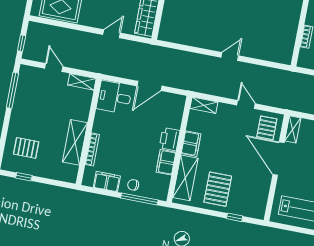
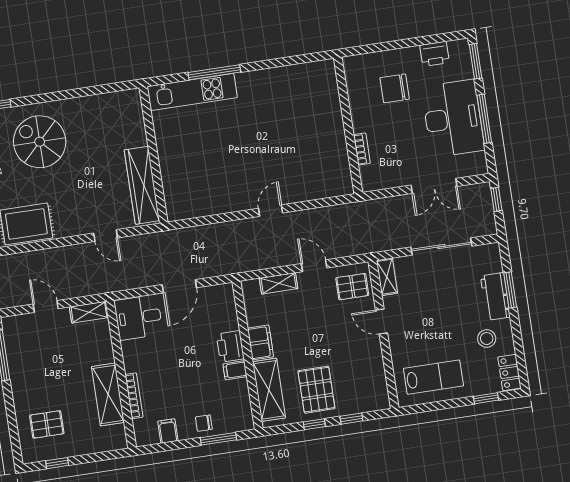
door: (112, 34) -> (106, 236), swing flipped
shelving: (204, 105) -> (279, 283), moved
pallet: (267, 128) -> (352, 287), turned 90
door: (278, 159) -> (382, 321), width x0.53
filing cabinet: (166, 162) -> (235, 370), width x0.50
filing cabinet: (107, 182) -> (168, 431), width x0.50
window: (139, 199) -> (218, 439), width x0.69
window: (208, 212) -> (314, 424), added

